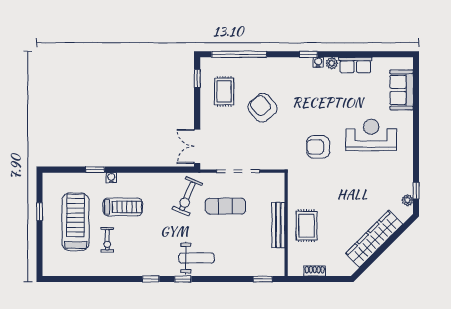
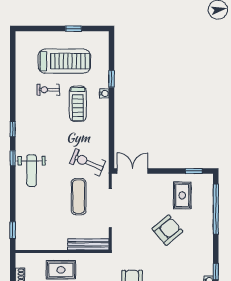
rug: (224, 91) -> (182, 195), turned 90
bench: (278, 225) -> (88, 244), moved

